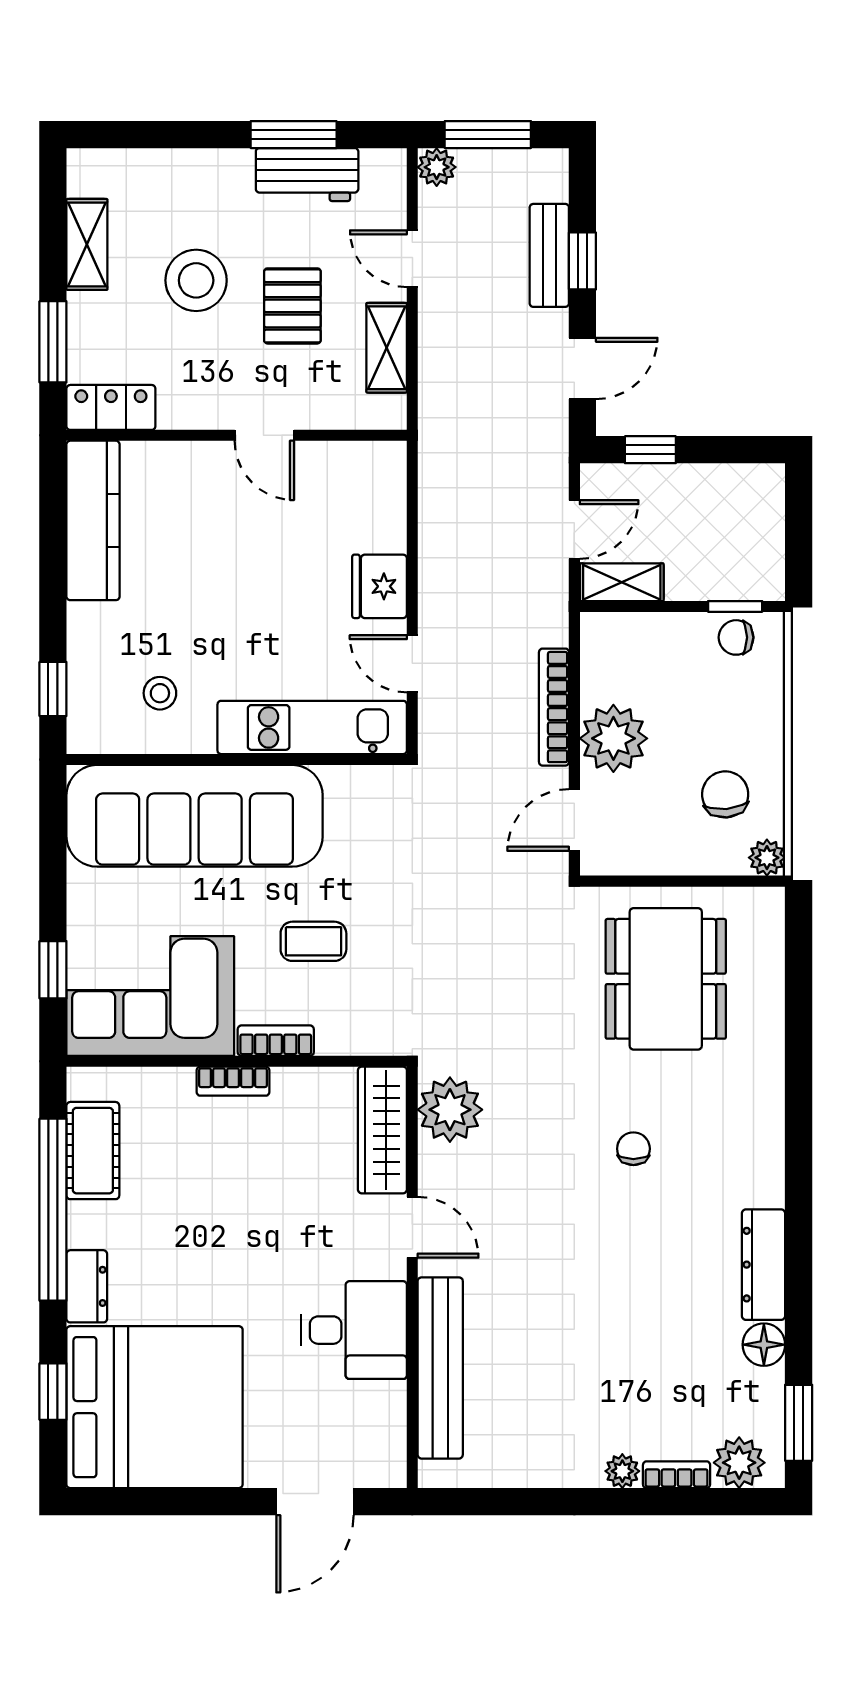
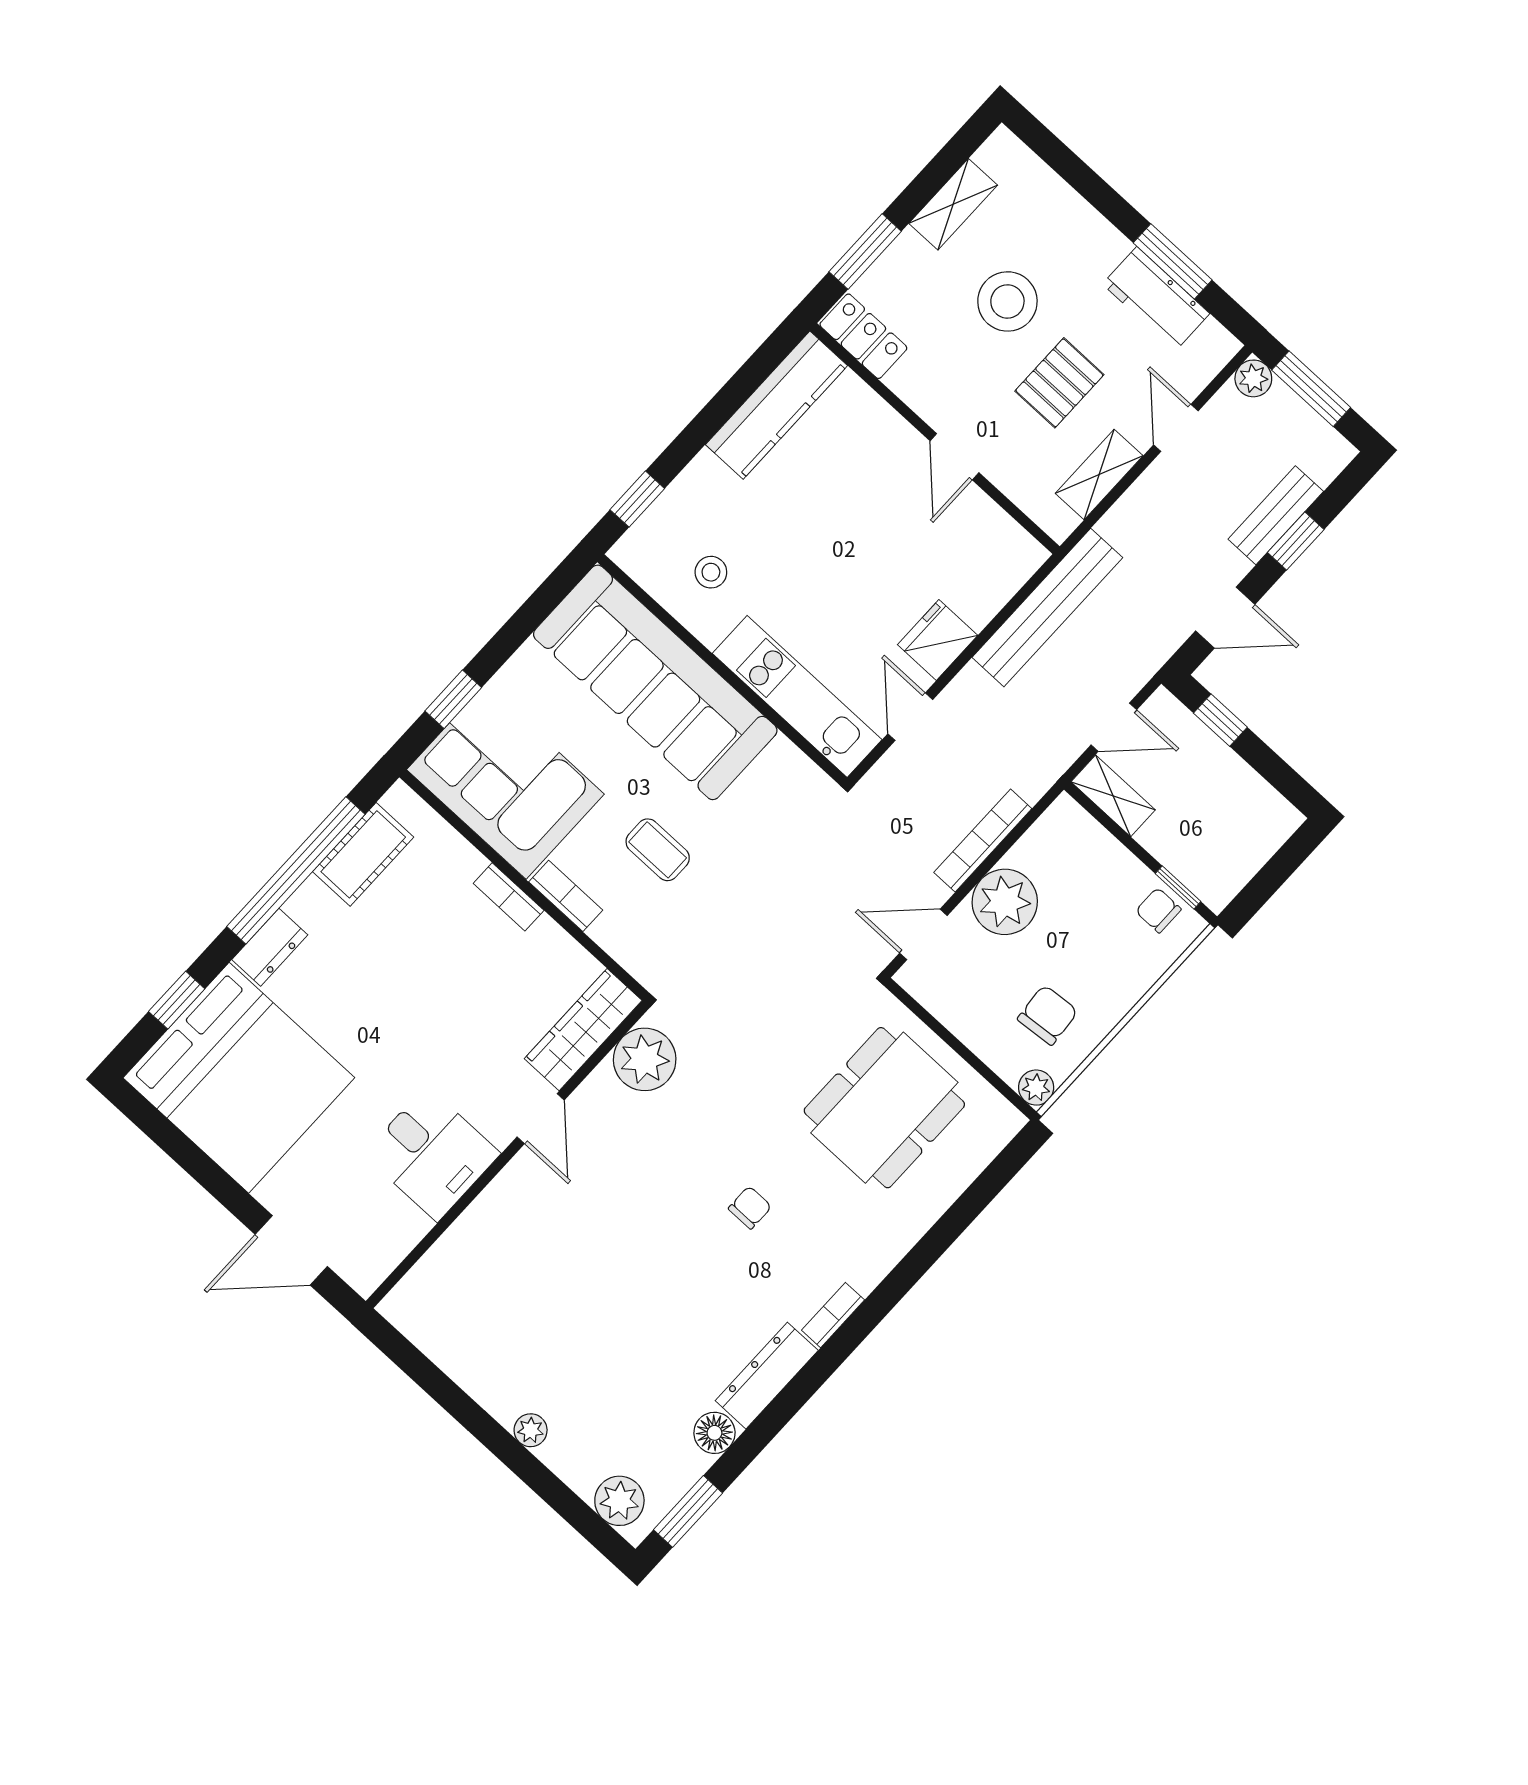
bench: (440, 1368) -> (1047, 608), moved
bookcase: (677, 1475) -> (833, 1315), moved, turned -90

